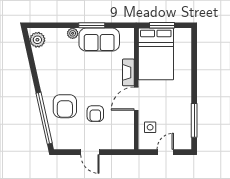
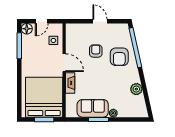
plant: (37, 40) -> (136, 89), moved
bed: (156, 54) -> (44, 97), width x1.36
door: (136, 99) -> (64, 63), hinge flipped
armchair: (65, 106) -> (119, 57), turned 180
floor lamp: (185, 142) -> (27, 29), added

